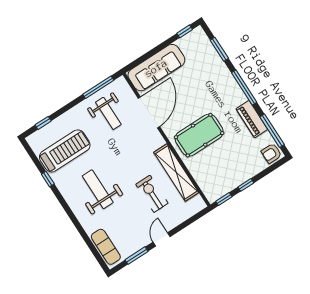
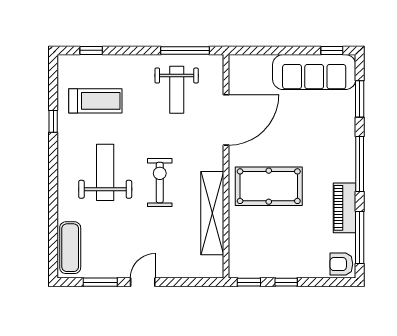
sofa: (156, 68) -> (314, 72), moved
treadmill: (65, 151) -> (95, 101), width x0.73, depth x0.73
exercise bike: (152, 194) -> (160, 183), moved

